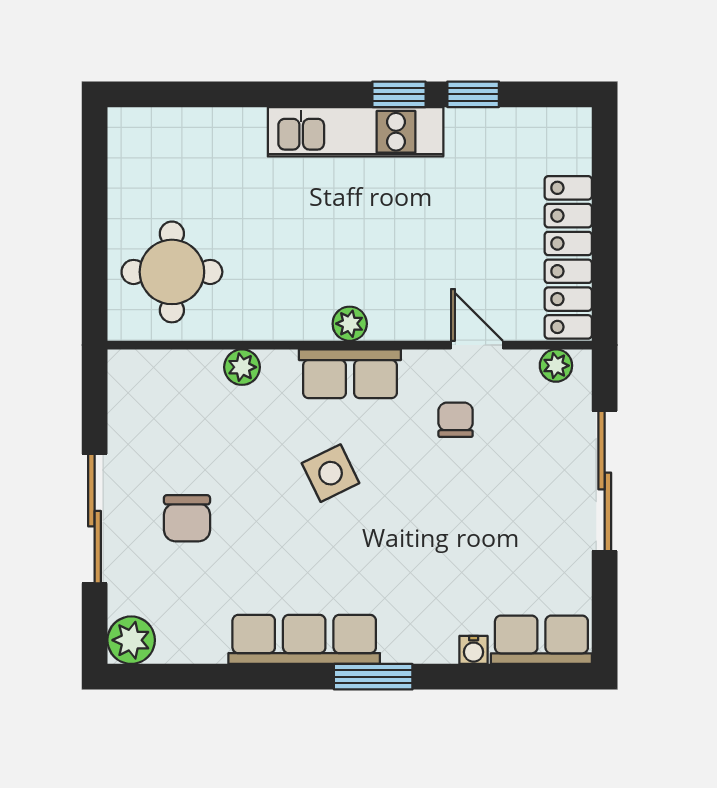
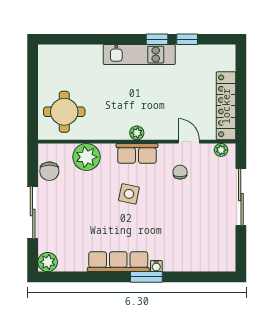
plant: (242, 367) -> (86, 157), width x1.87, depth x1.87
side table: (331, 473) -> (129, 194), turned 38
chair: (187, 518) -> (49, 171), moved
row of seats: (541, 640) -> (215, 262), removed
water cooler: (474, 650) -> (156, 266), moved

